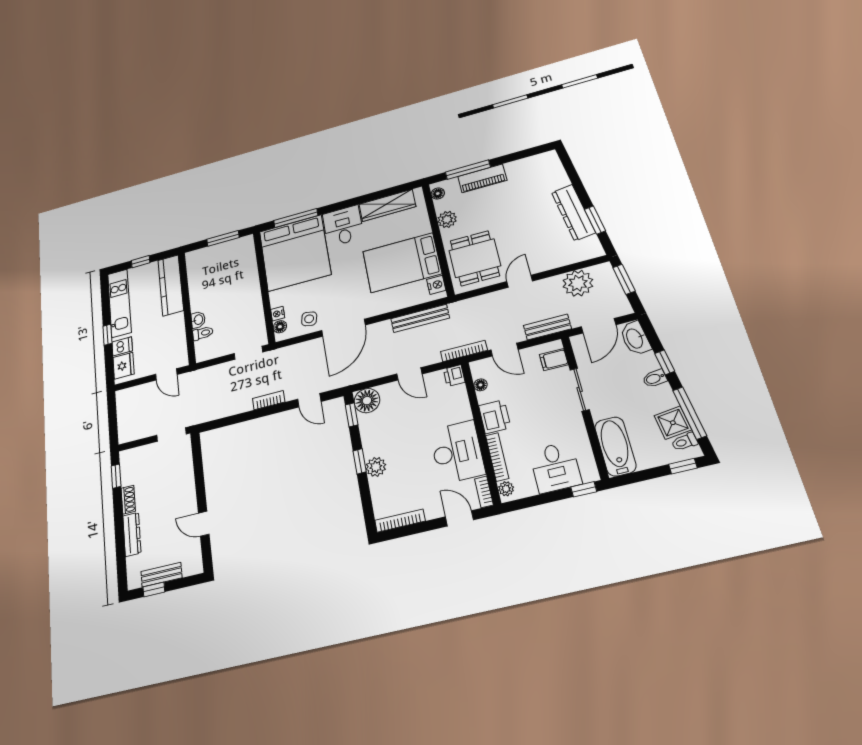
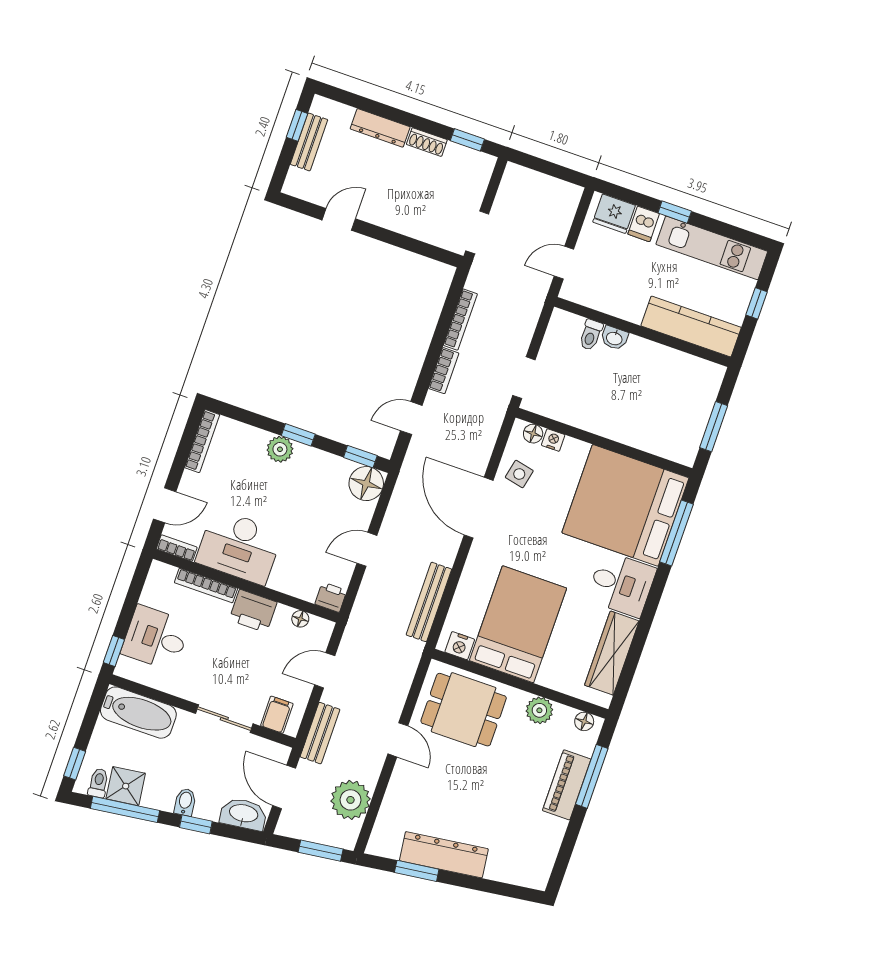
bookcase: (464, 351) -> (460, 320), moved
plant: (506, 489) -> (165, 573), removed

